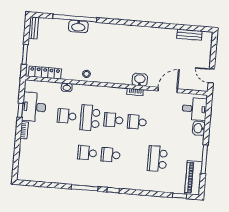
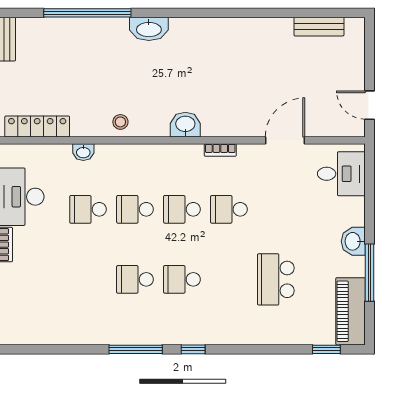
washbasin: (78, 26) -> (149, 29), moved
washbasin: (140, 80) -> (185, 125), moved
school desk: (90, 118) -> (135, 209), width x0.54
washbasin: (199, 128) -> (353, 241), moved

